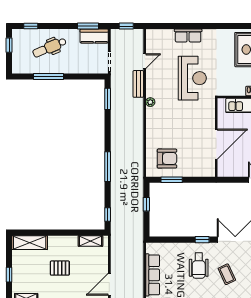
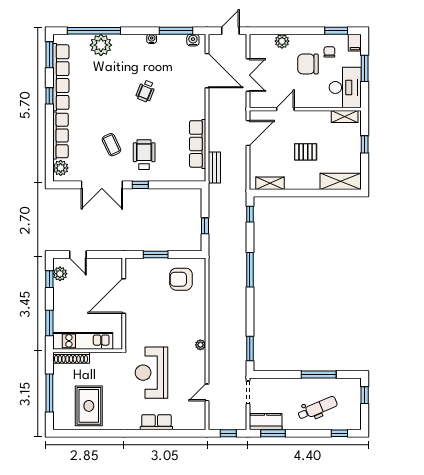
window: (9, 45) -> (365, 395), moved
bench: (138, 84) -> (214, 168), moved
window: (172, 180) -> (156, 254), moved

